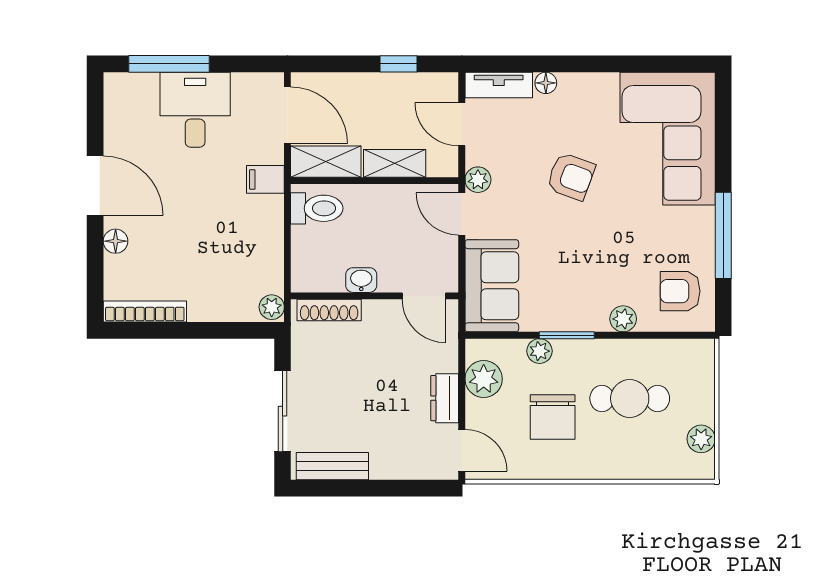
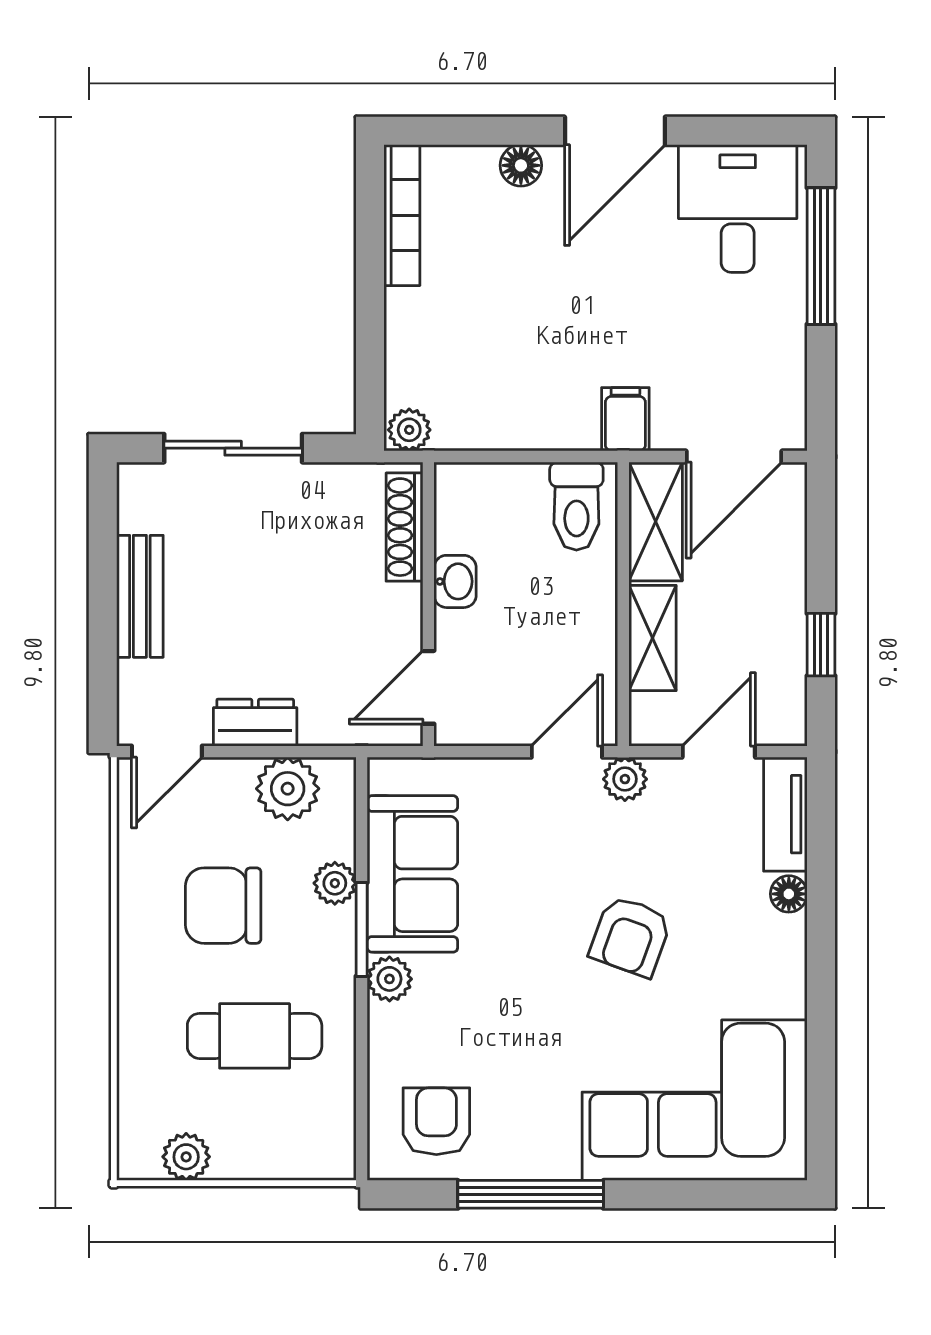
desk: (195, 110) -> (738, 209), moved, turned -90
sofa: (492, 286) -> (412, 874), moved, turned -90
plant: (623, 319) -> (389, 979), moved
cafe table: (630, 398) -> (255, 1036), turned 90
bench: (332, 466) -> (140, 596), moved

